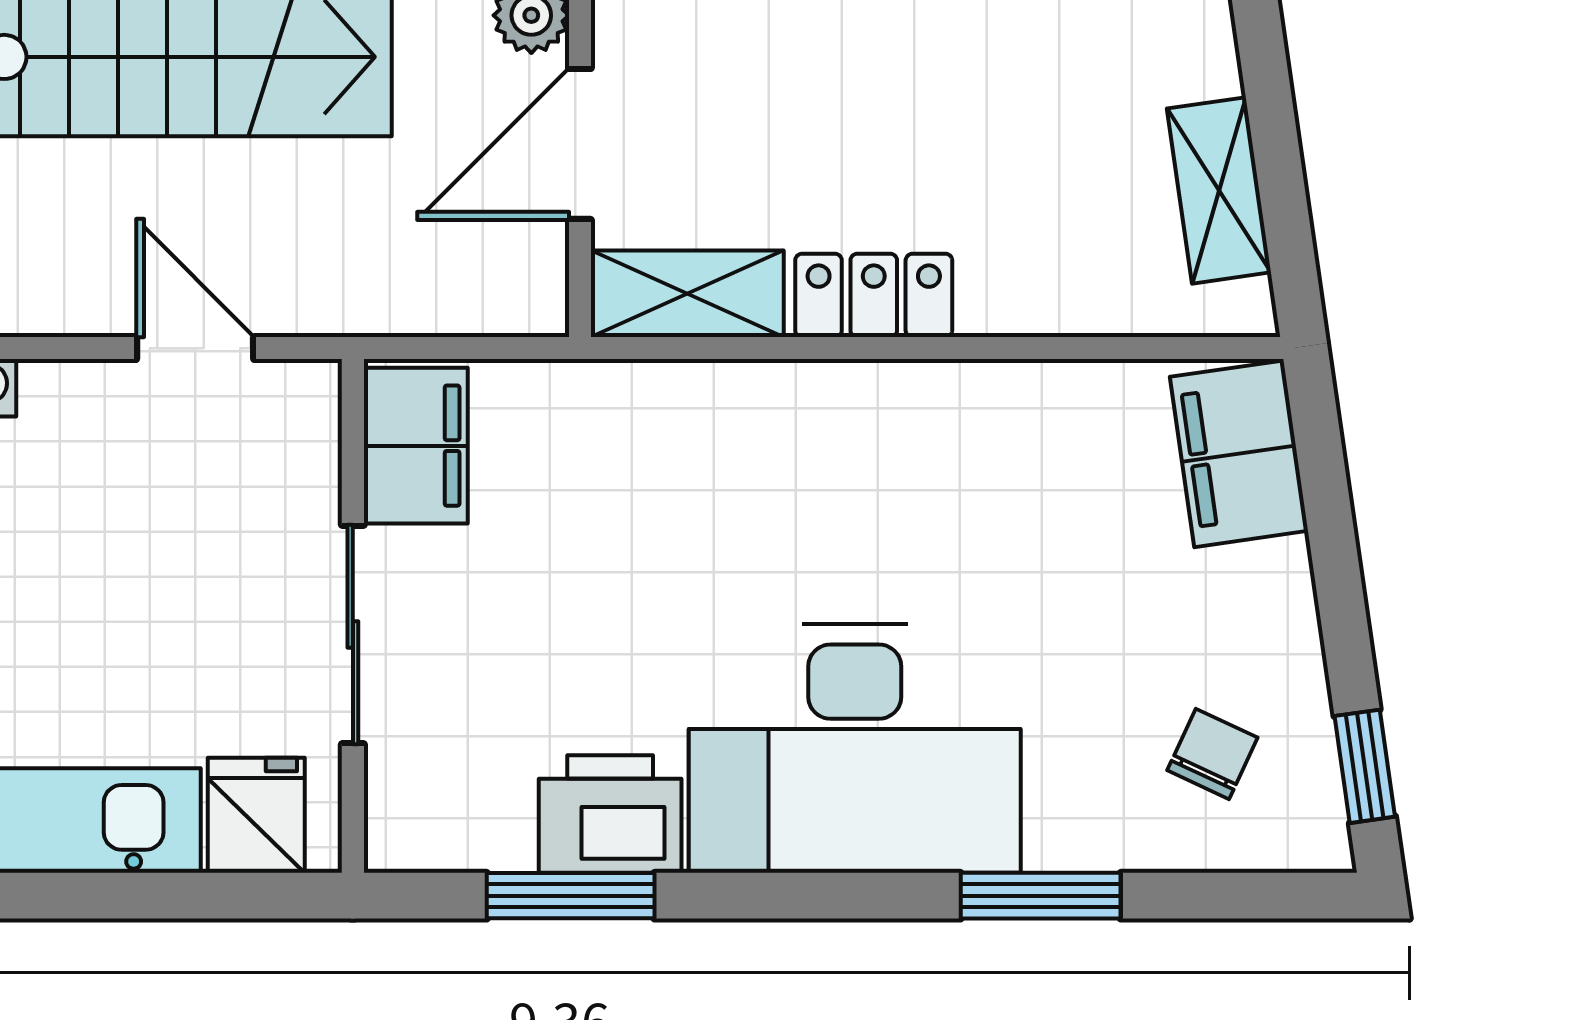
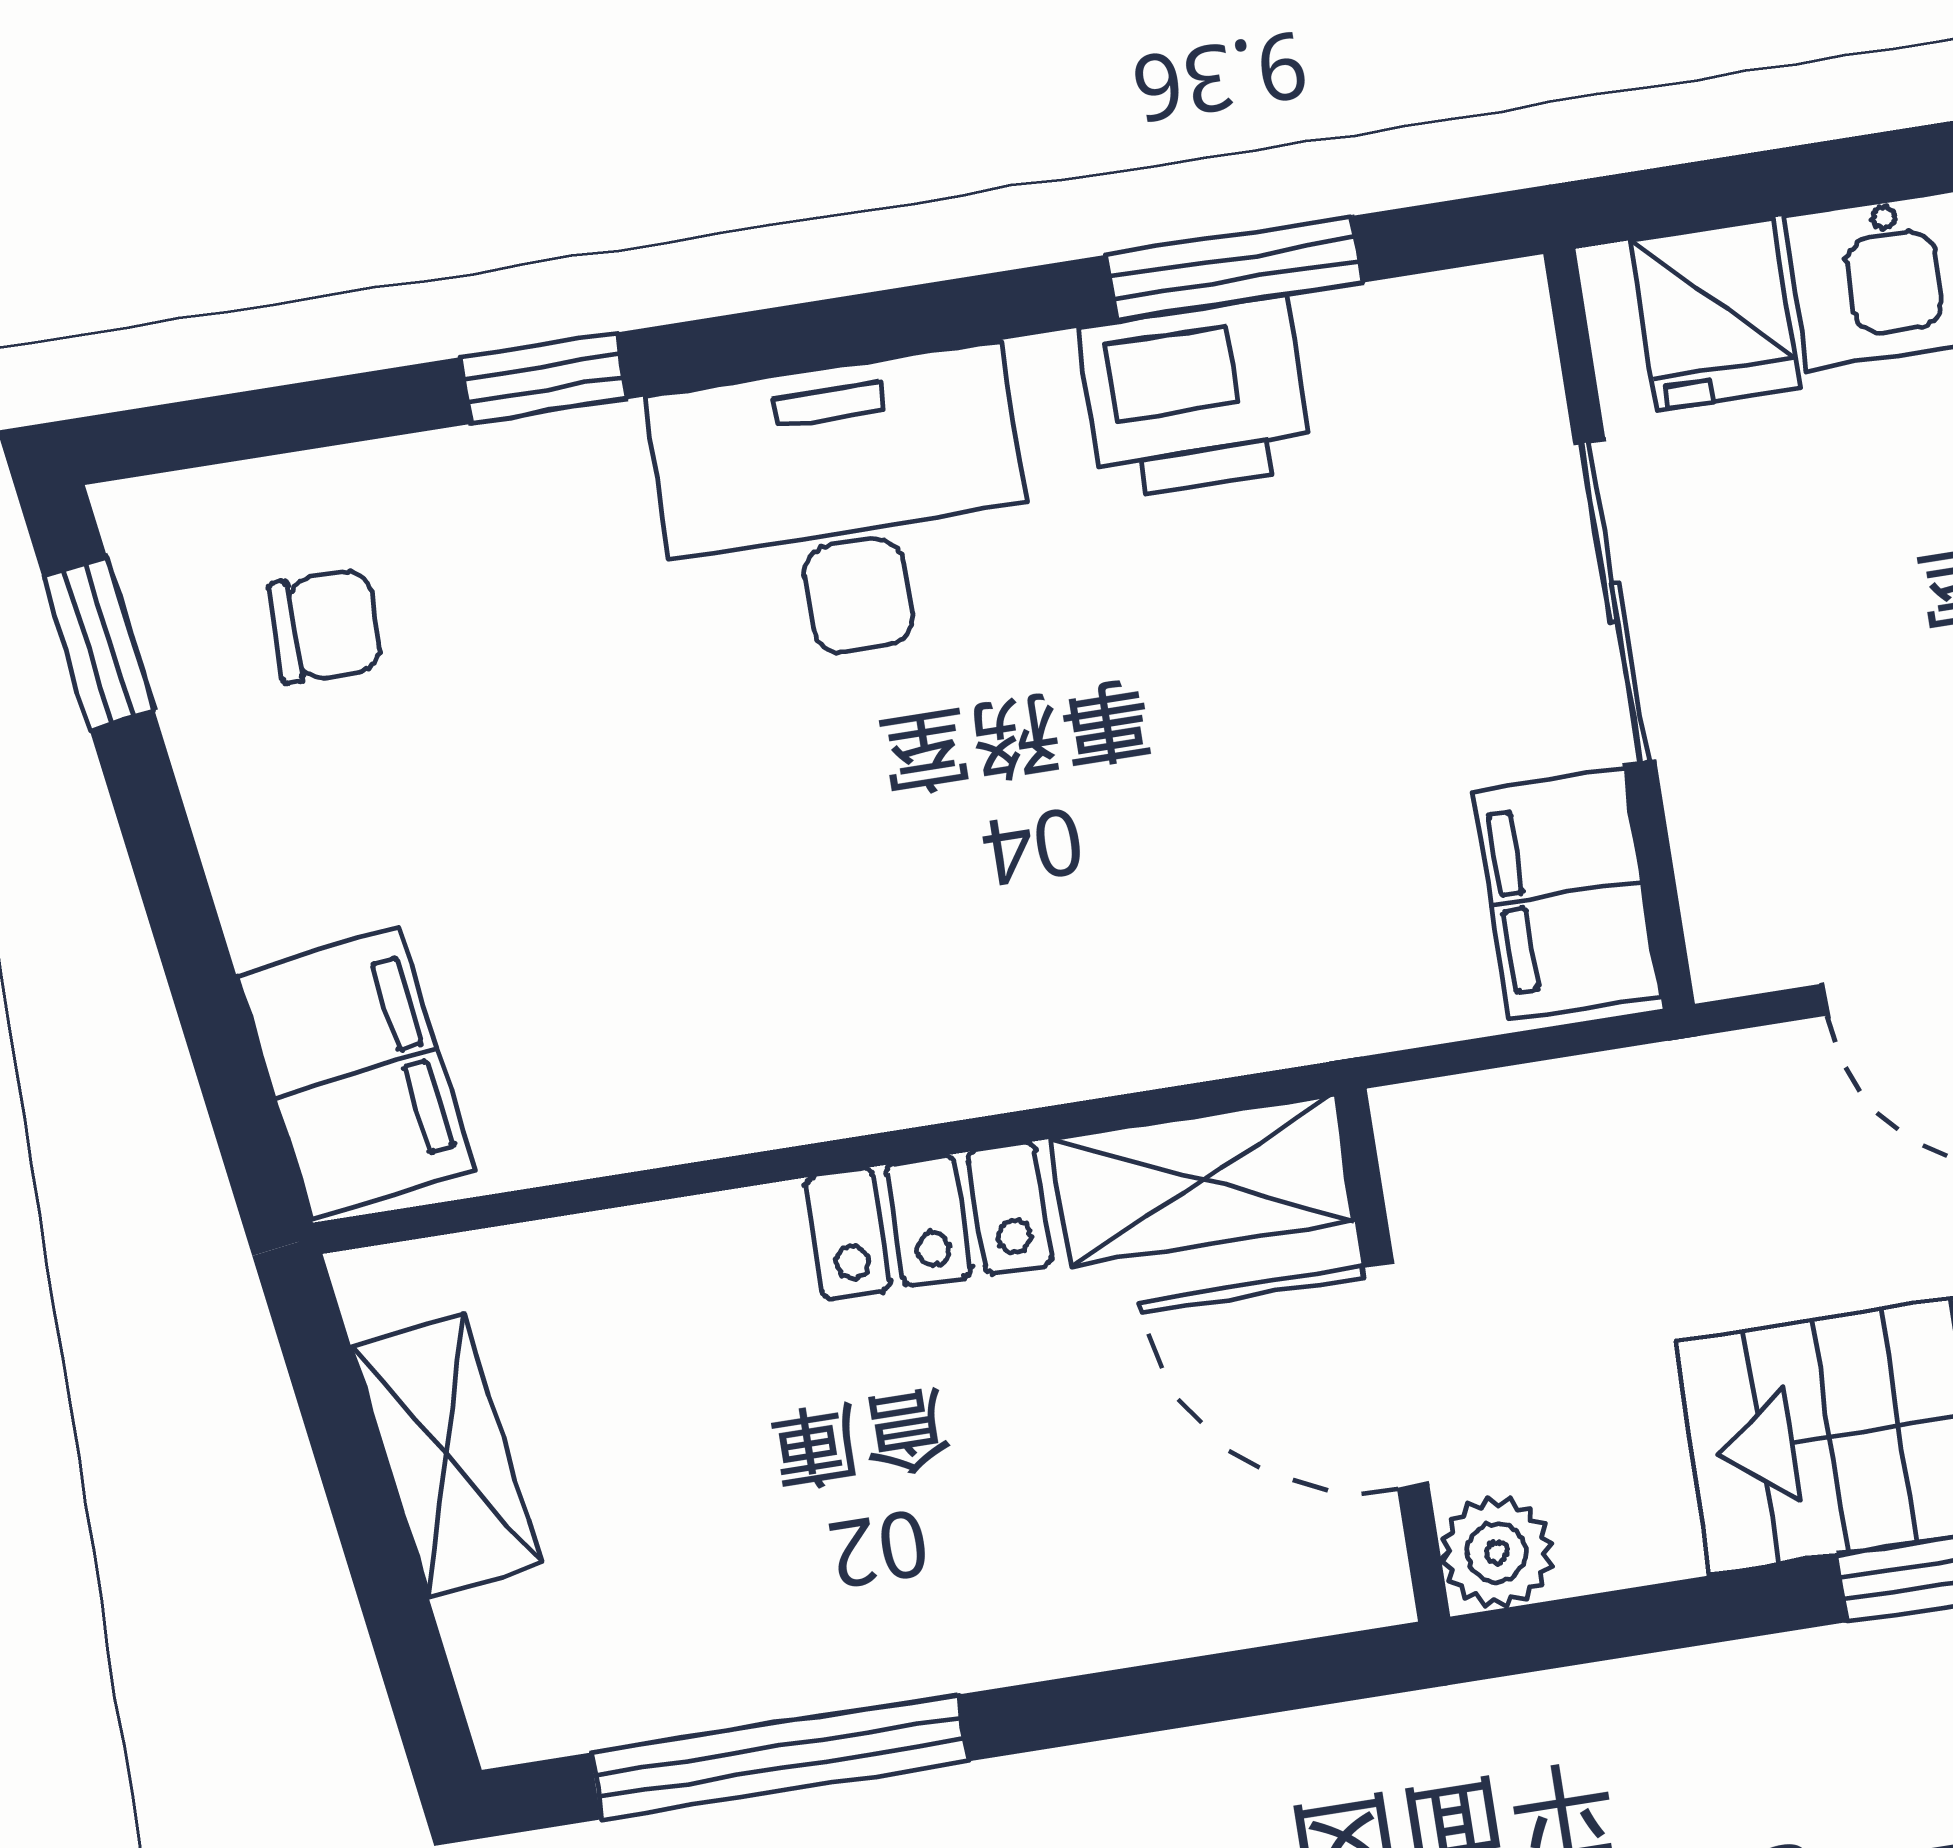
door: (580, 144) -> (1395, 1375), swing flipped
desk: (855, 749) -> (845, 509), width x0.73, depth x0.77
chair: (1212, 754) -> (325, 626), turned -115
window: (1041, 896) -> (544, 378), width x0.67

